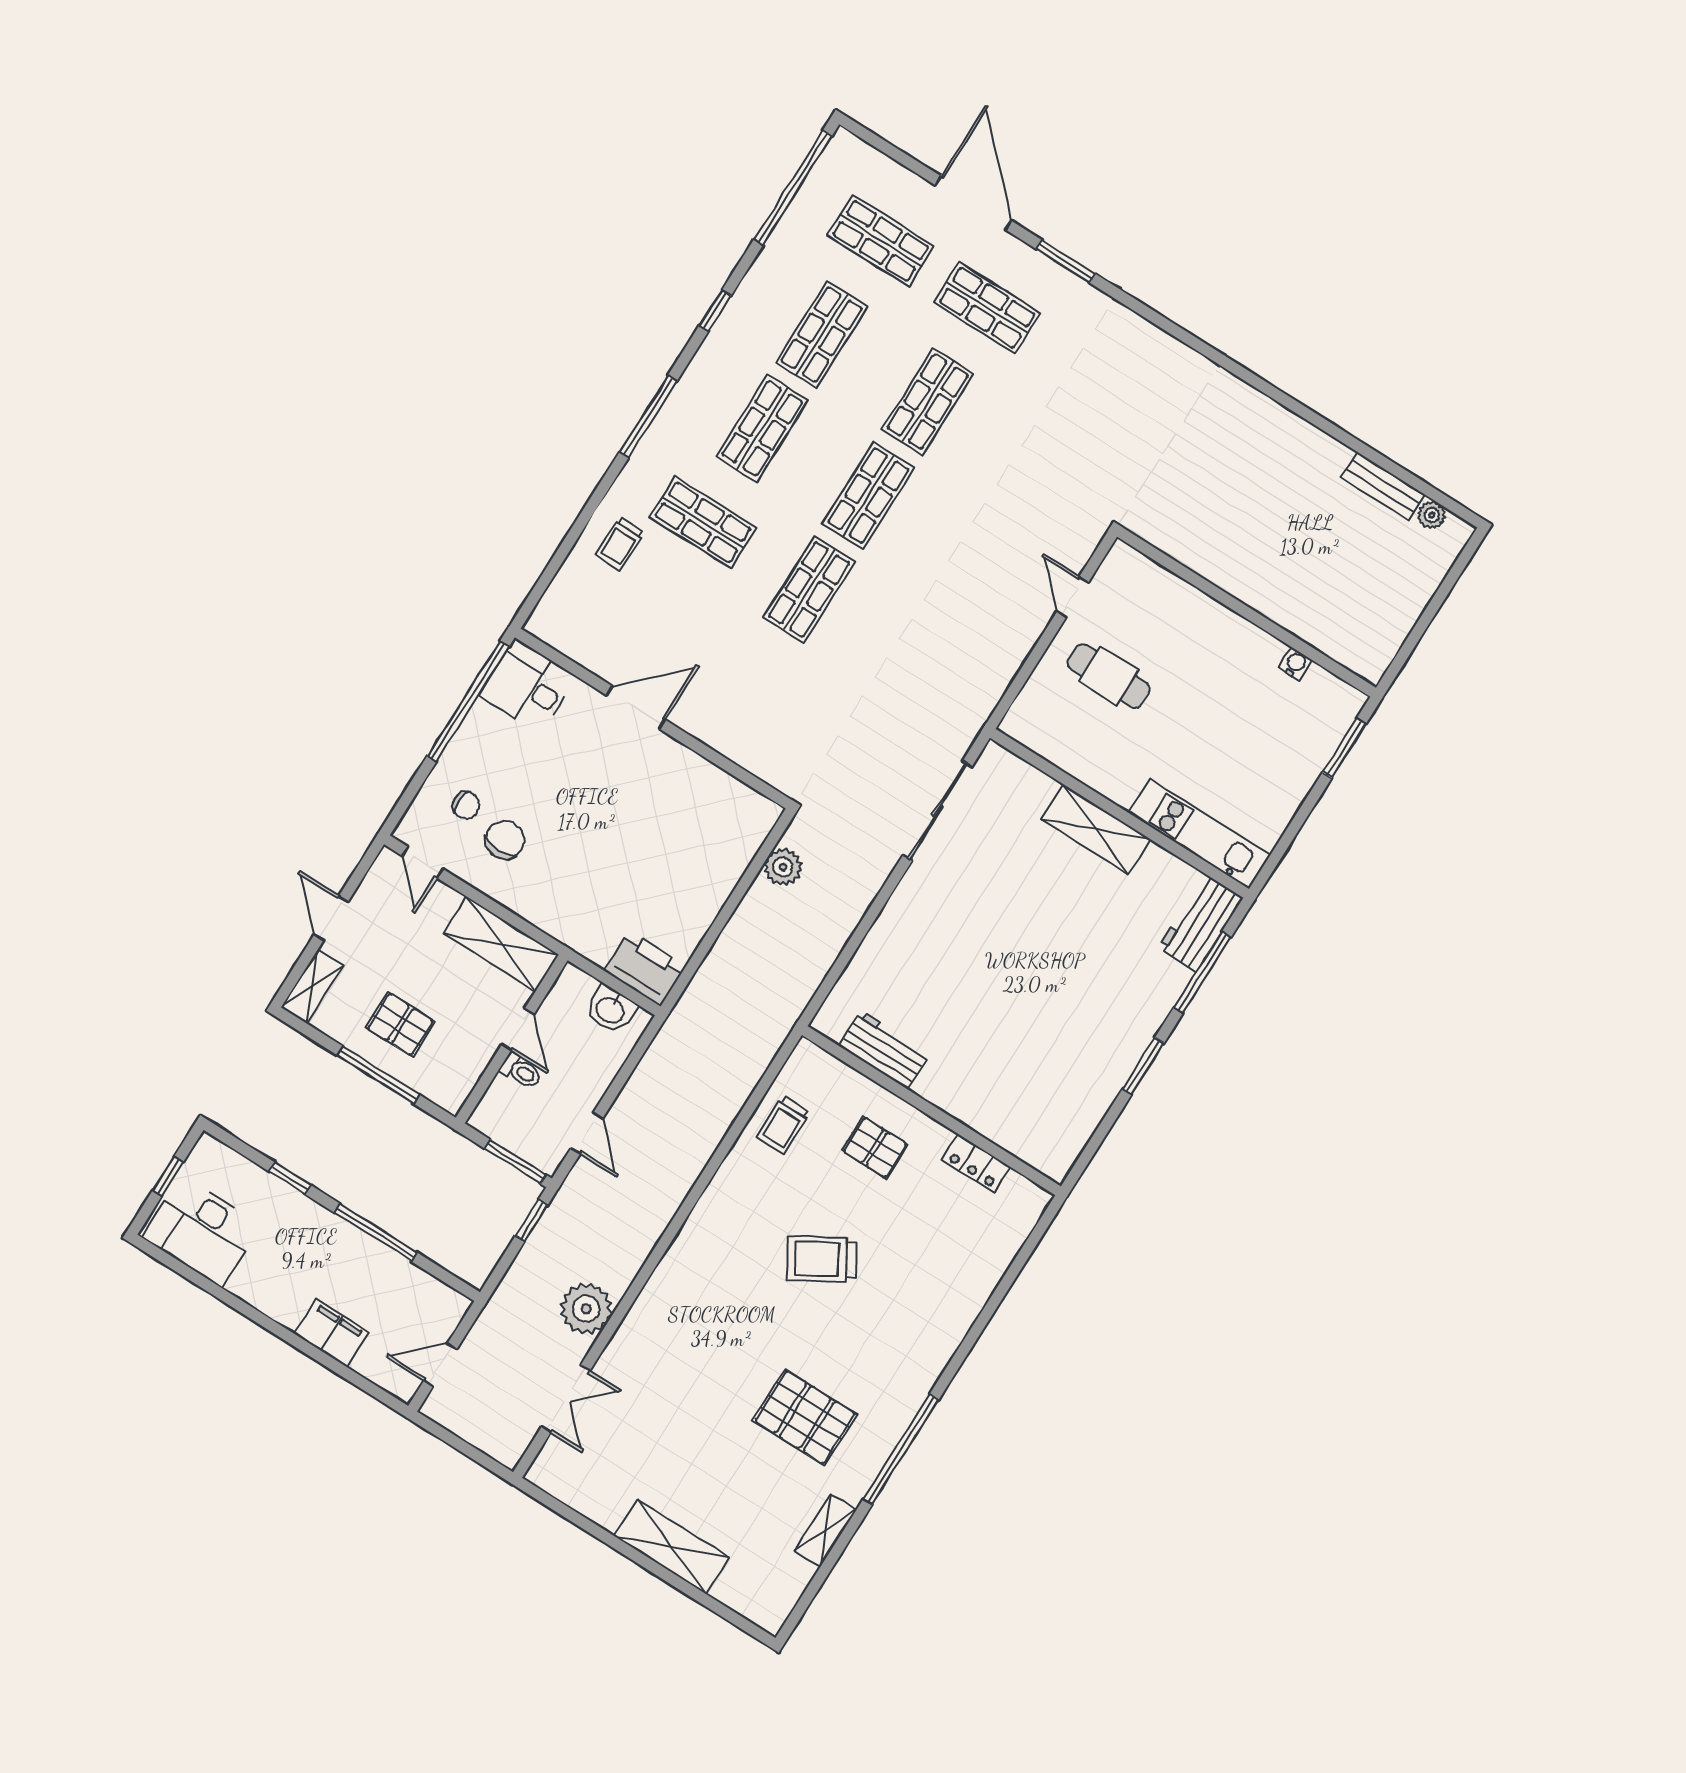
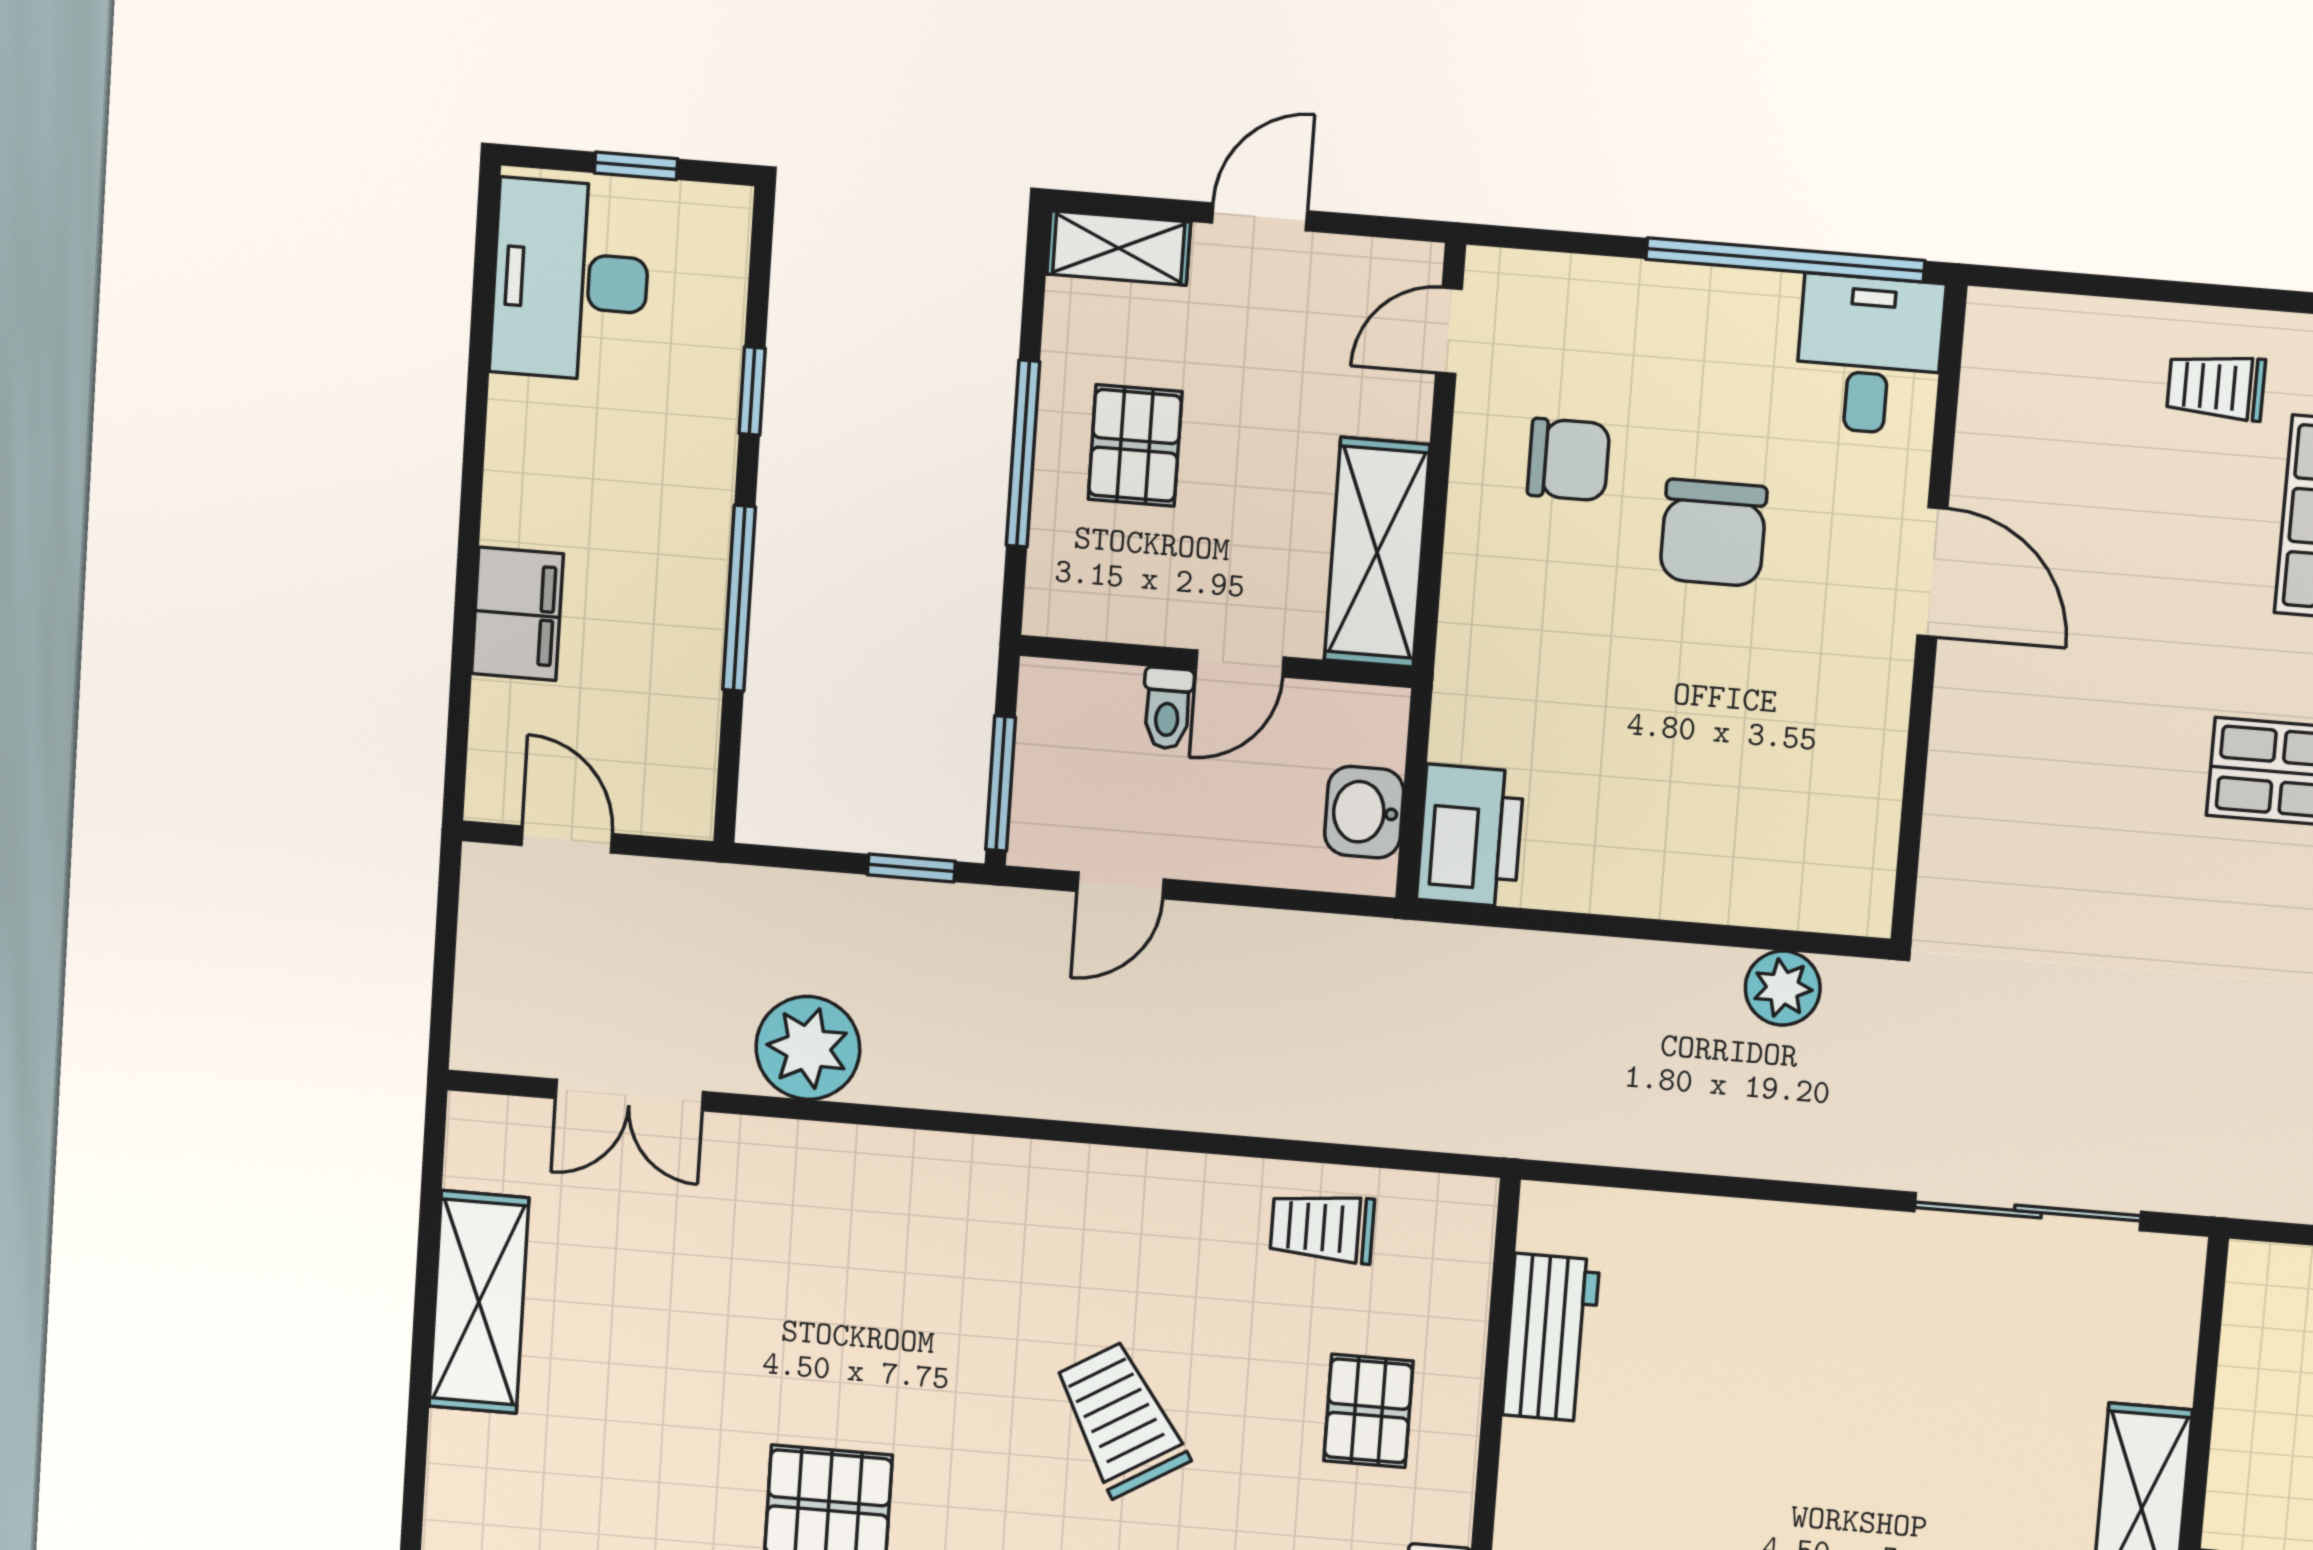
chair: (466, 805) -> (1713, 533), moved, width x1.87, depth x1.87
shelving: (672, 1547) -> (479, 1302), moved

